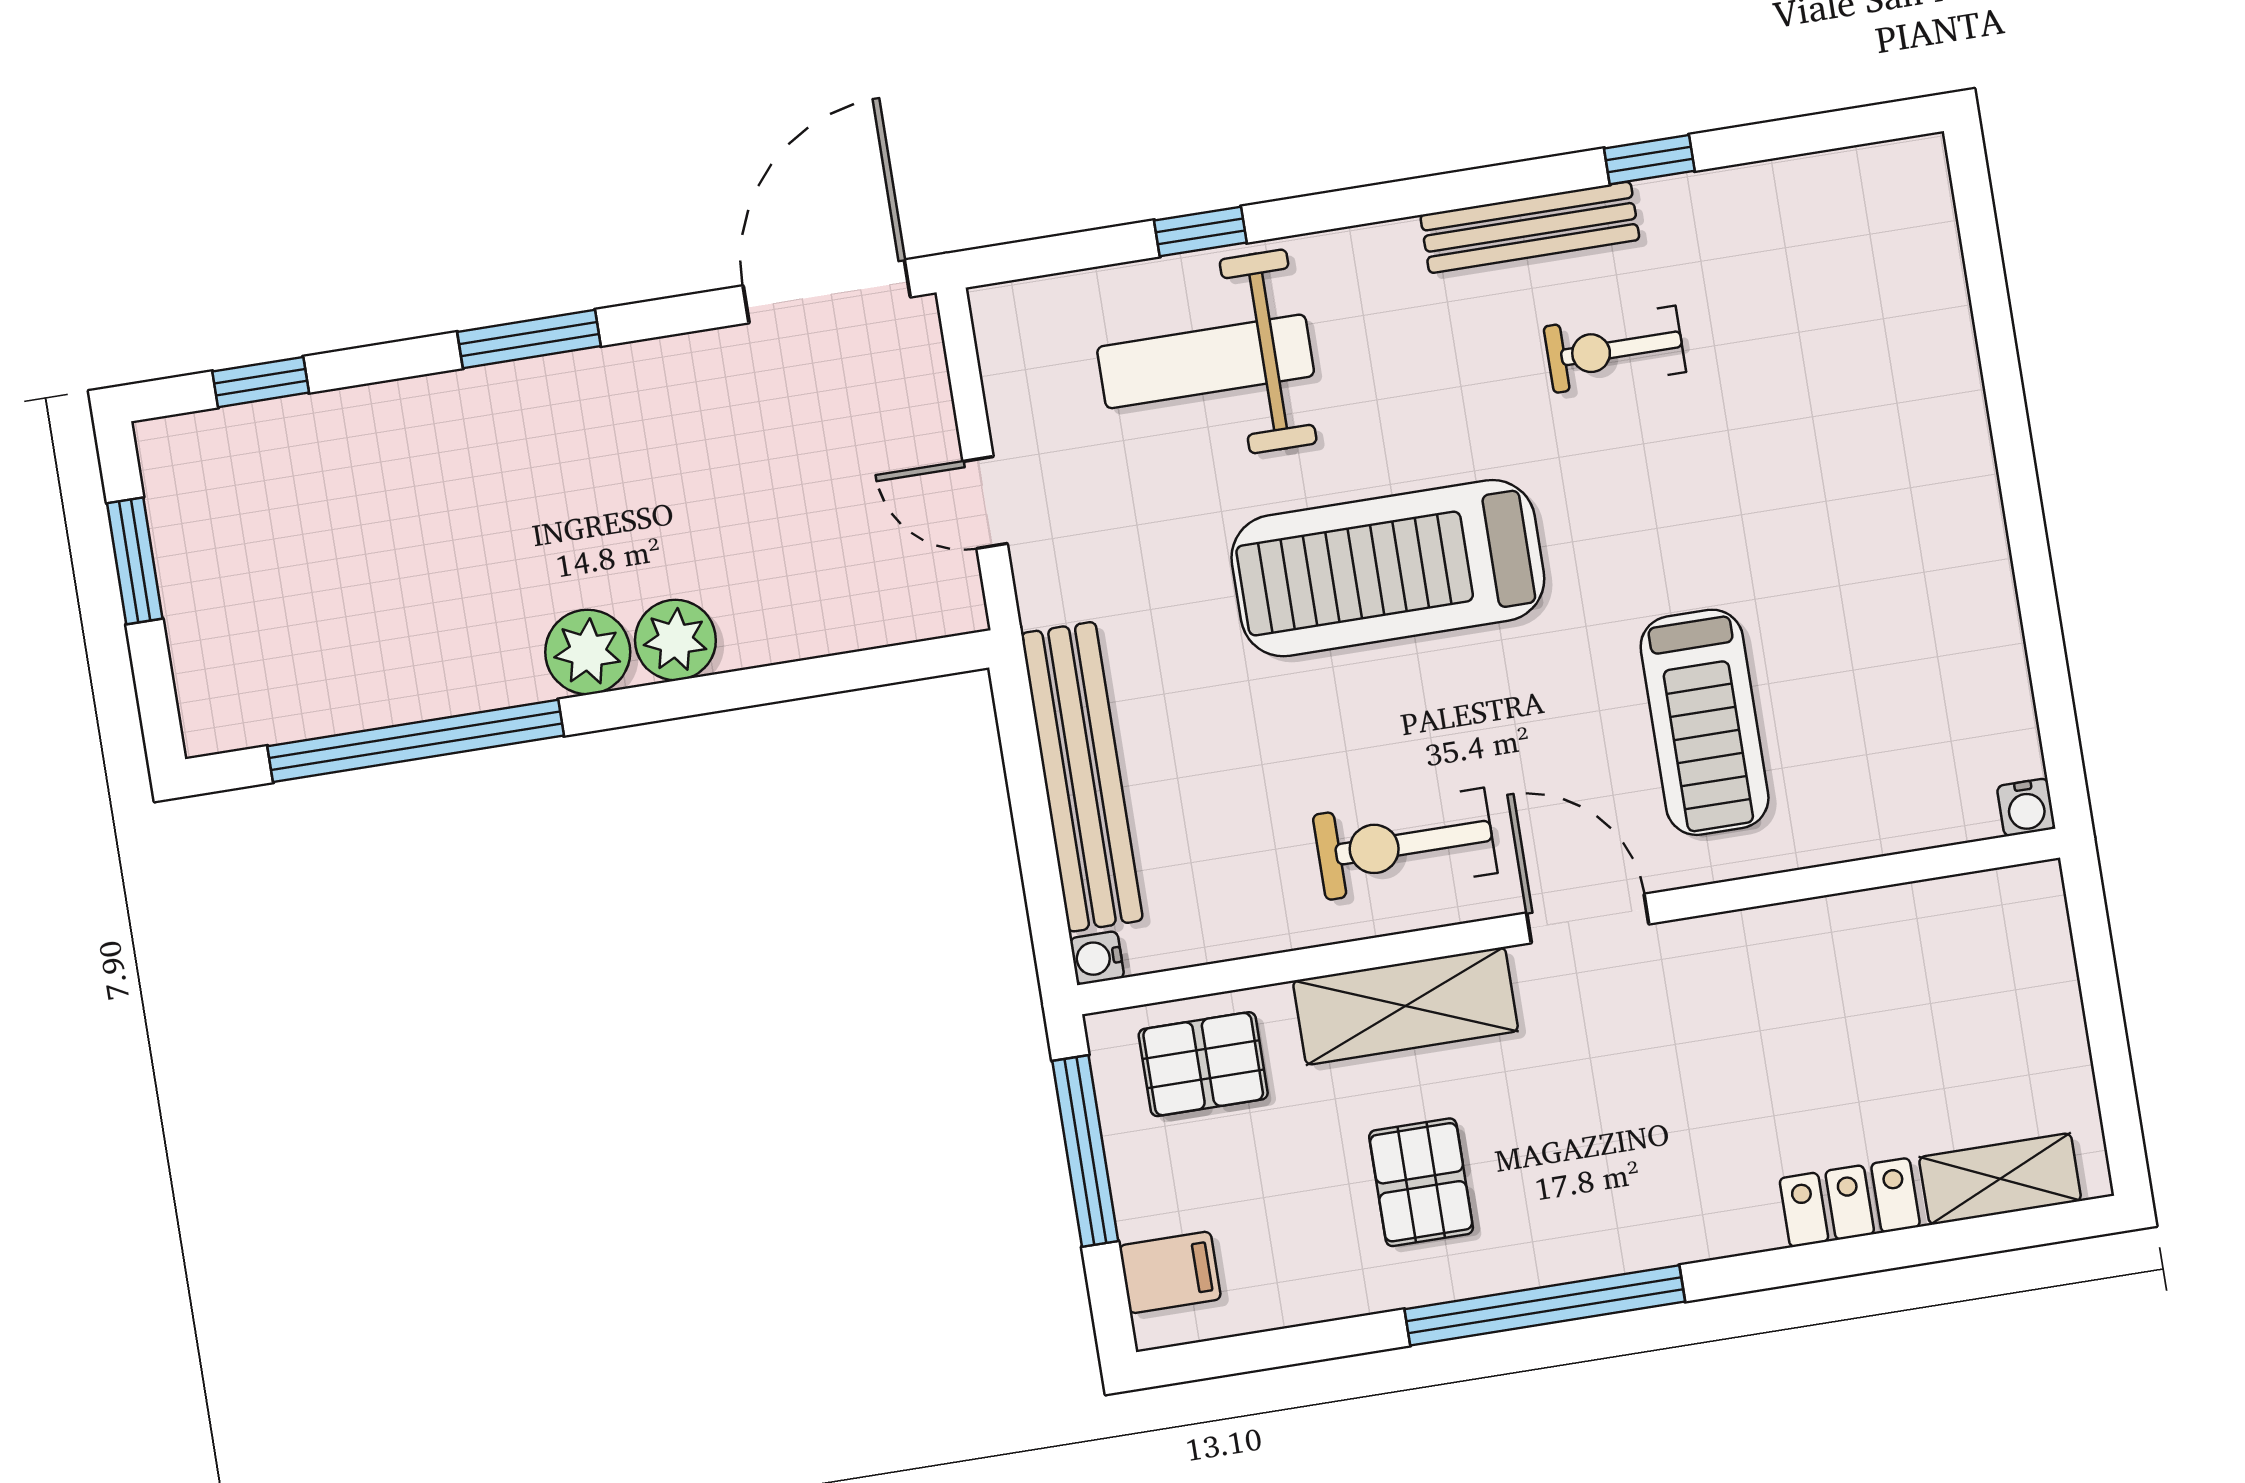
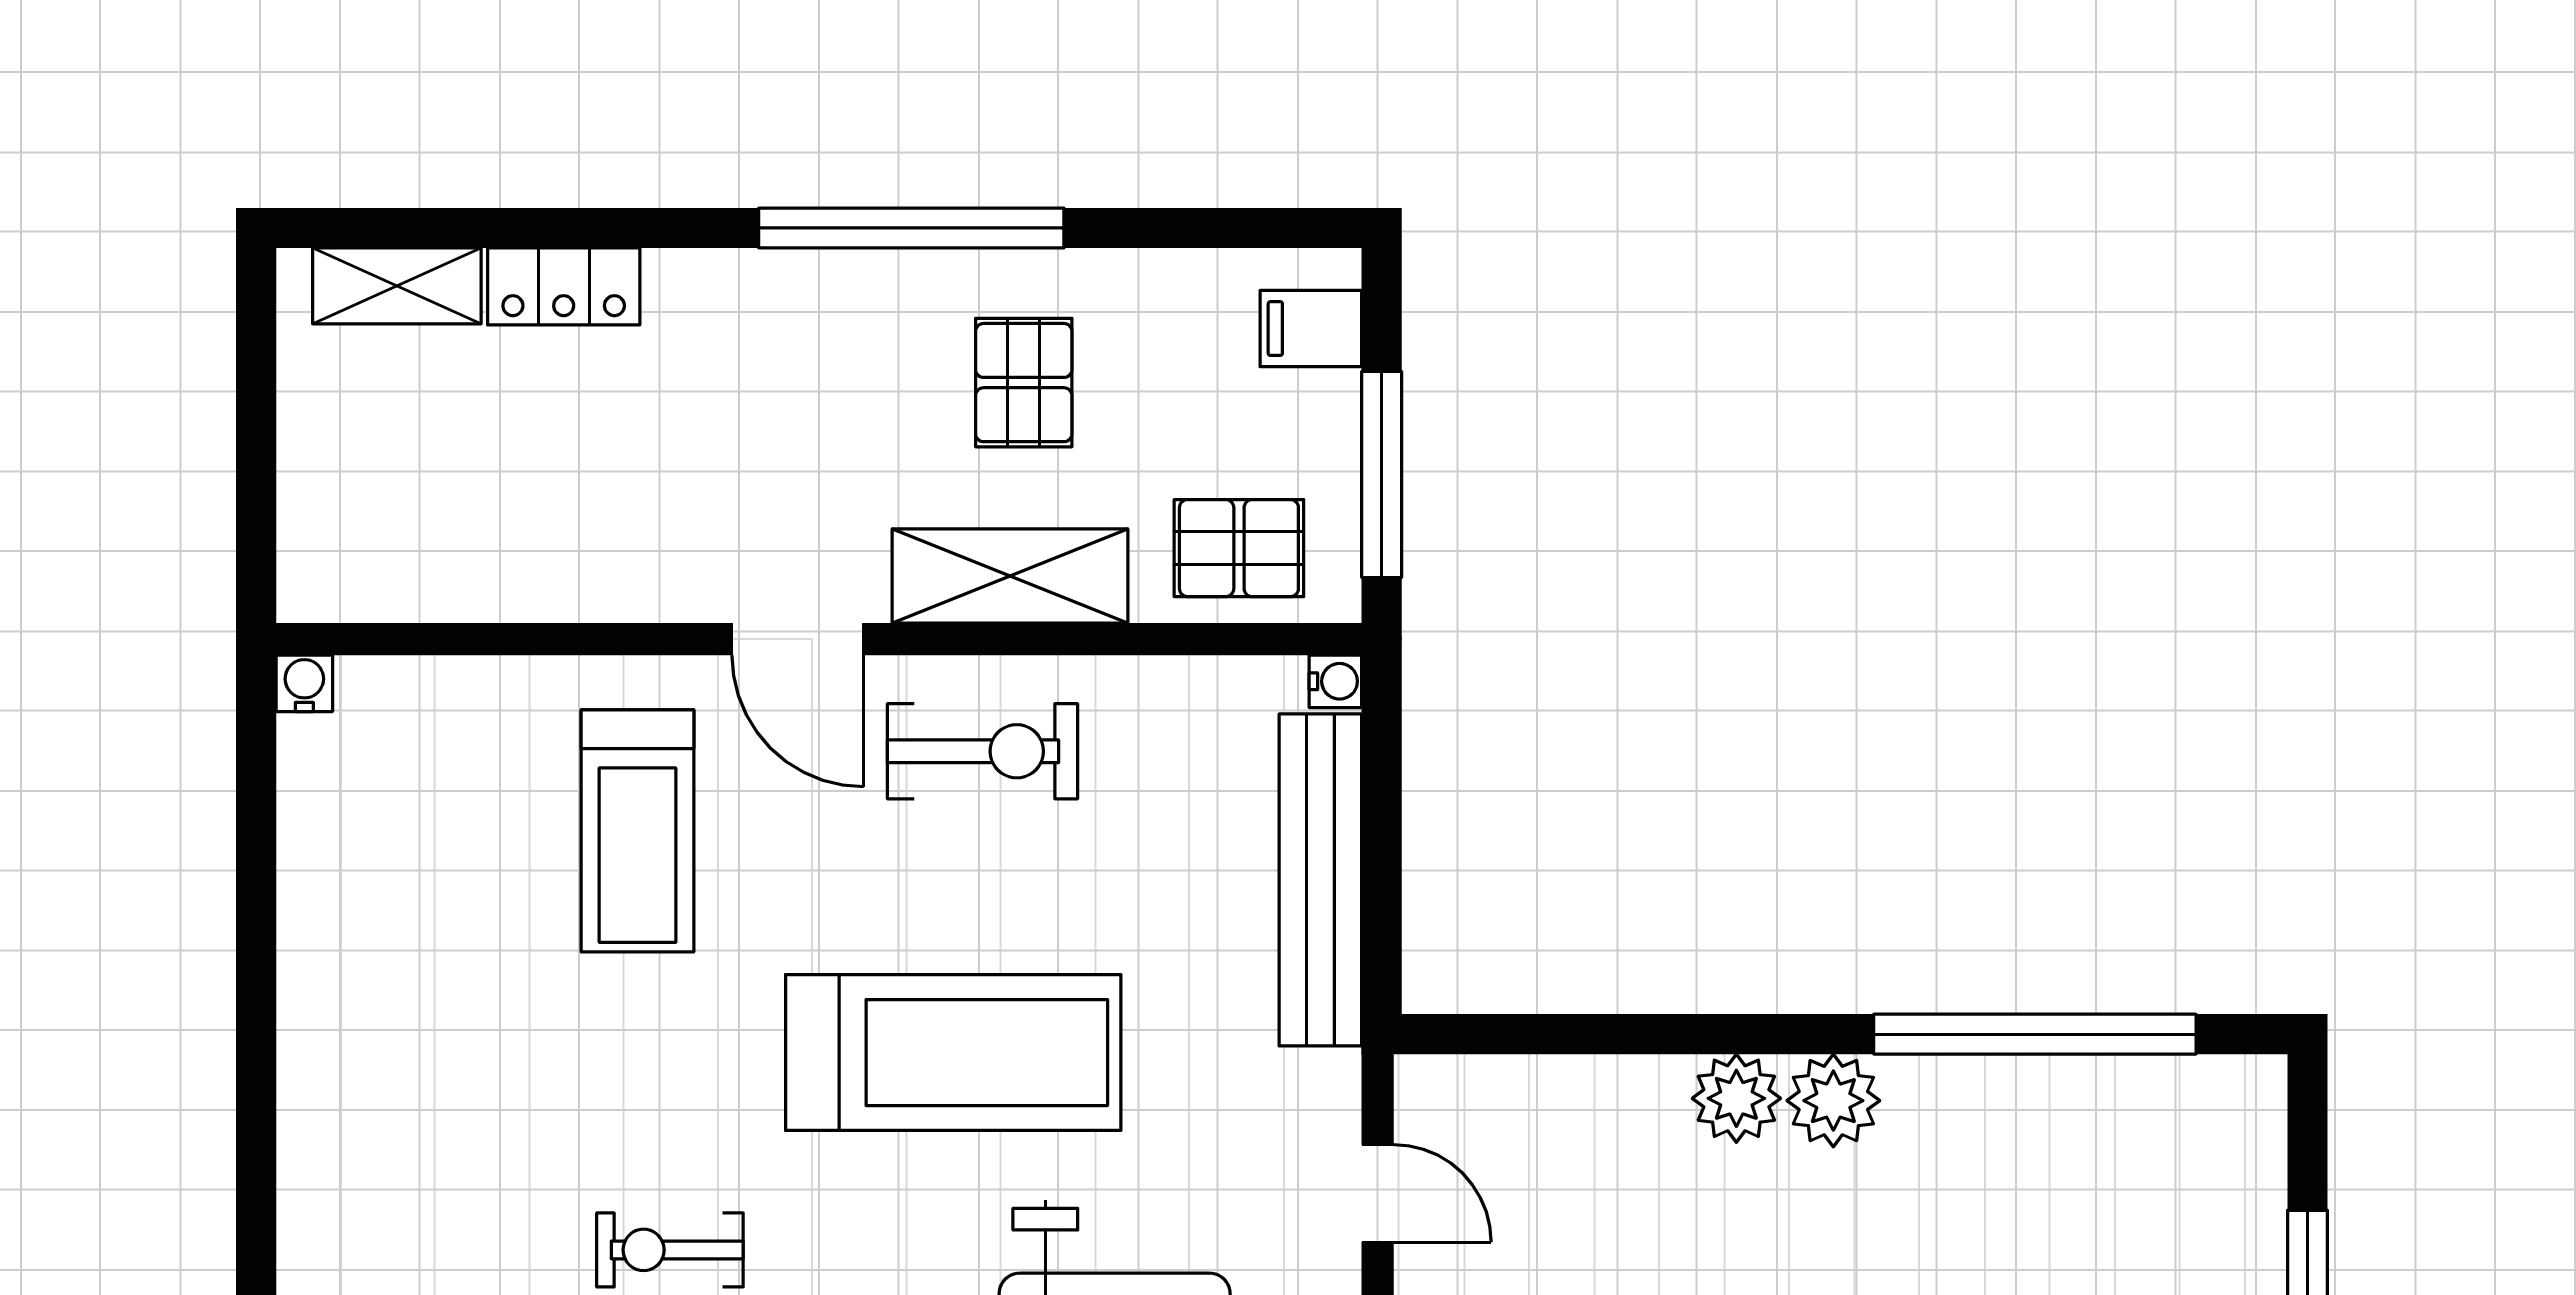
exercise bike: (1615, 349) -> (670, 1250), turned 180
treadmill: (1705, 722) -> (637, 831), turned 180

